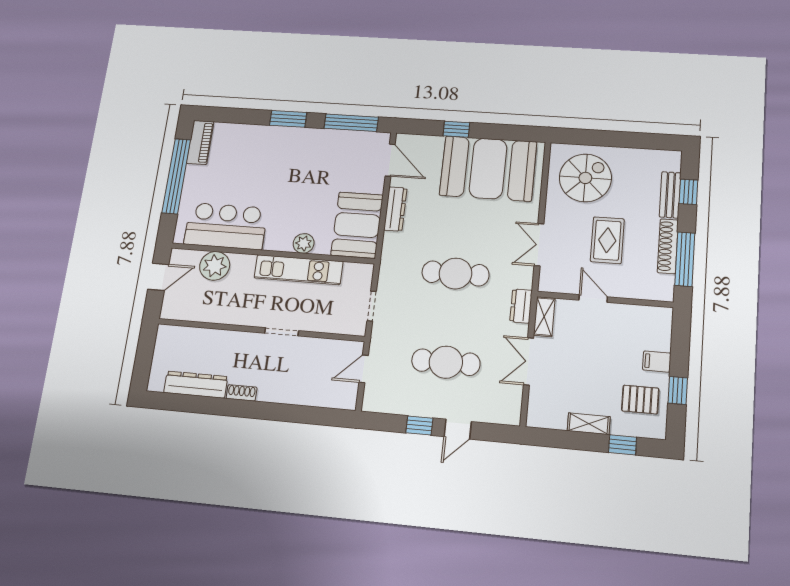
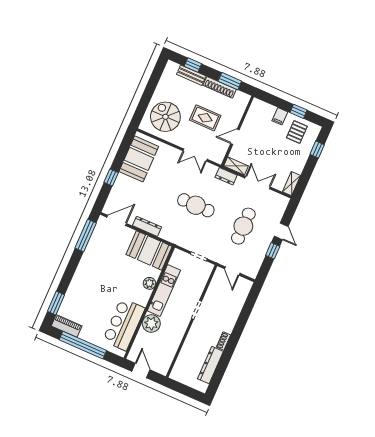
window: (288, 119) -> (56, 303), moved
booth: (488, 168) -> (139, 159), width x0.73, depth x0.70
window: (685, 259) -> (230, 81), width x0.69
plant: (215, 266) -> (151, 323), moved
cafe table: (455, 273) -> (196, 205), turned 90
double door: (529, 361) -> (258, 182), swing flipped
shelving: (589, 424) -> (292, 184), moved

